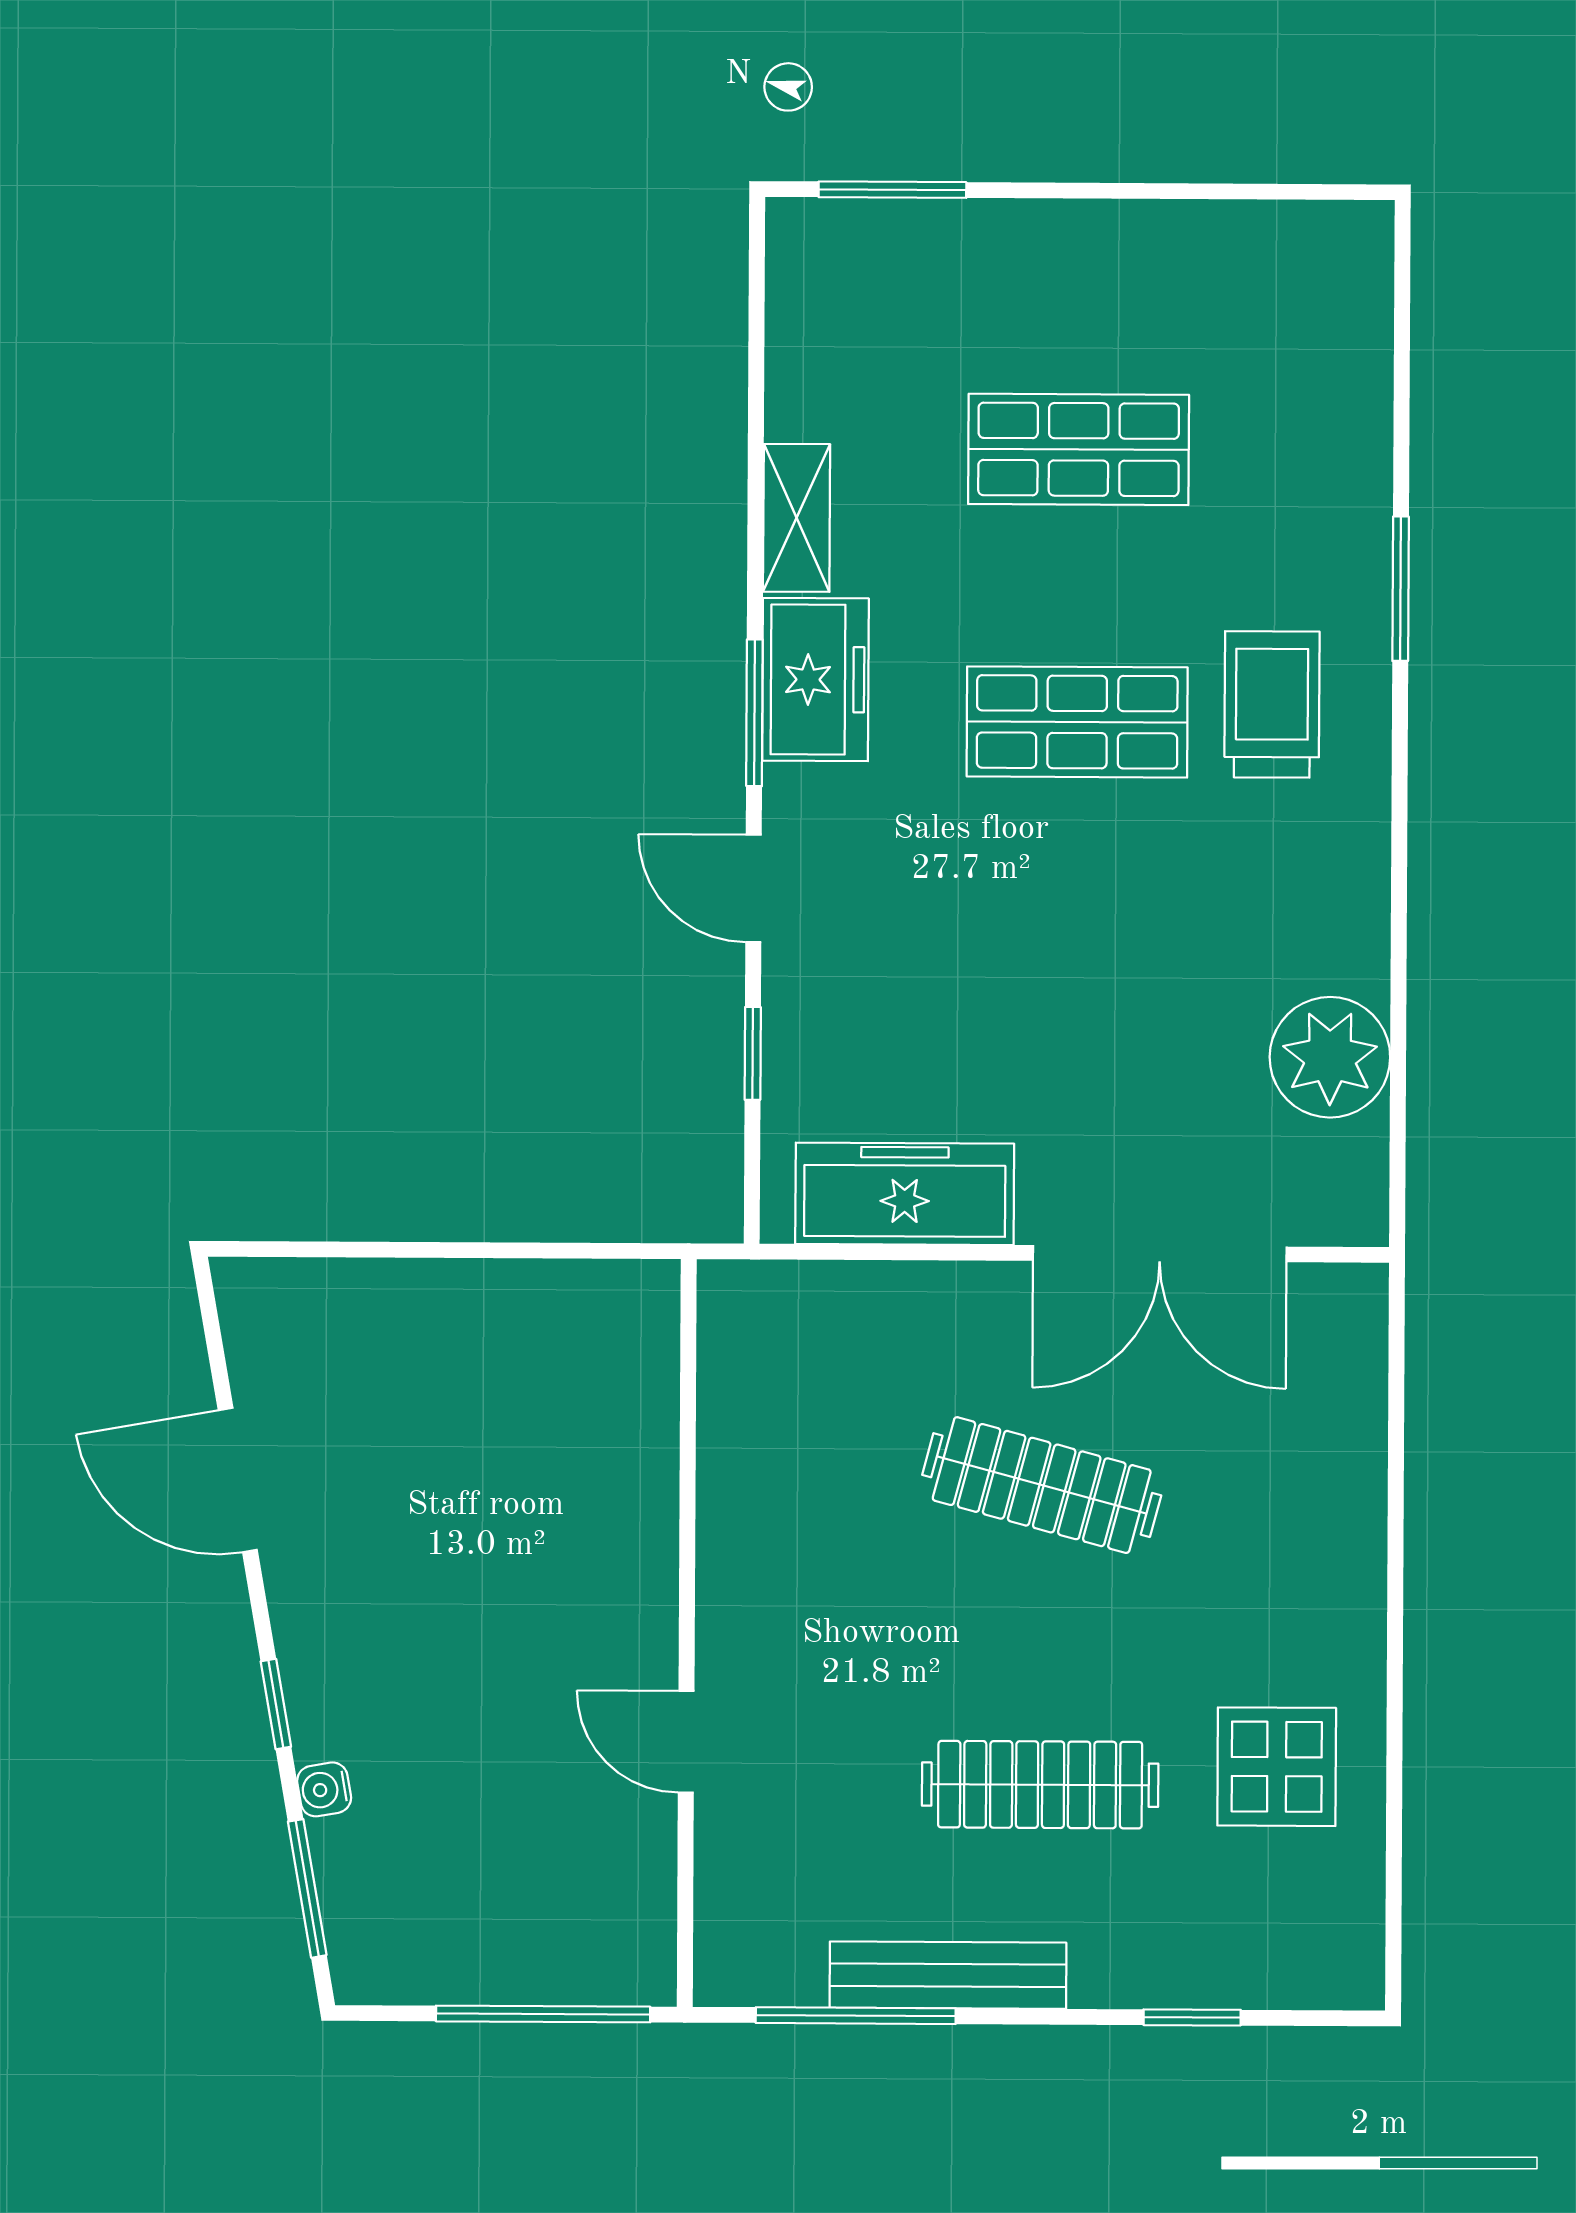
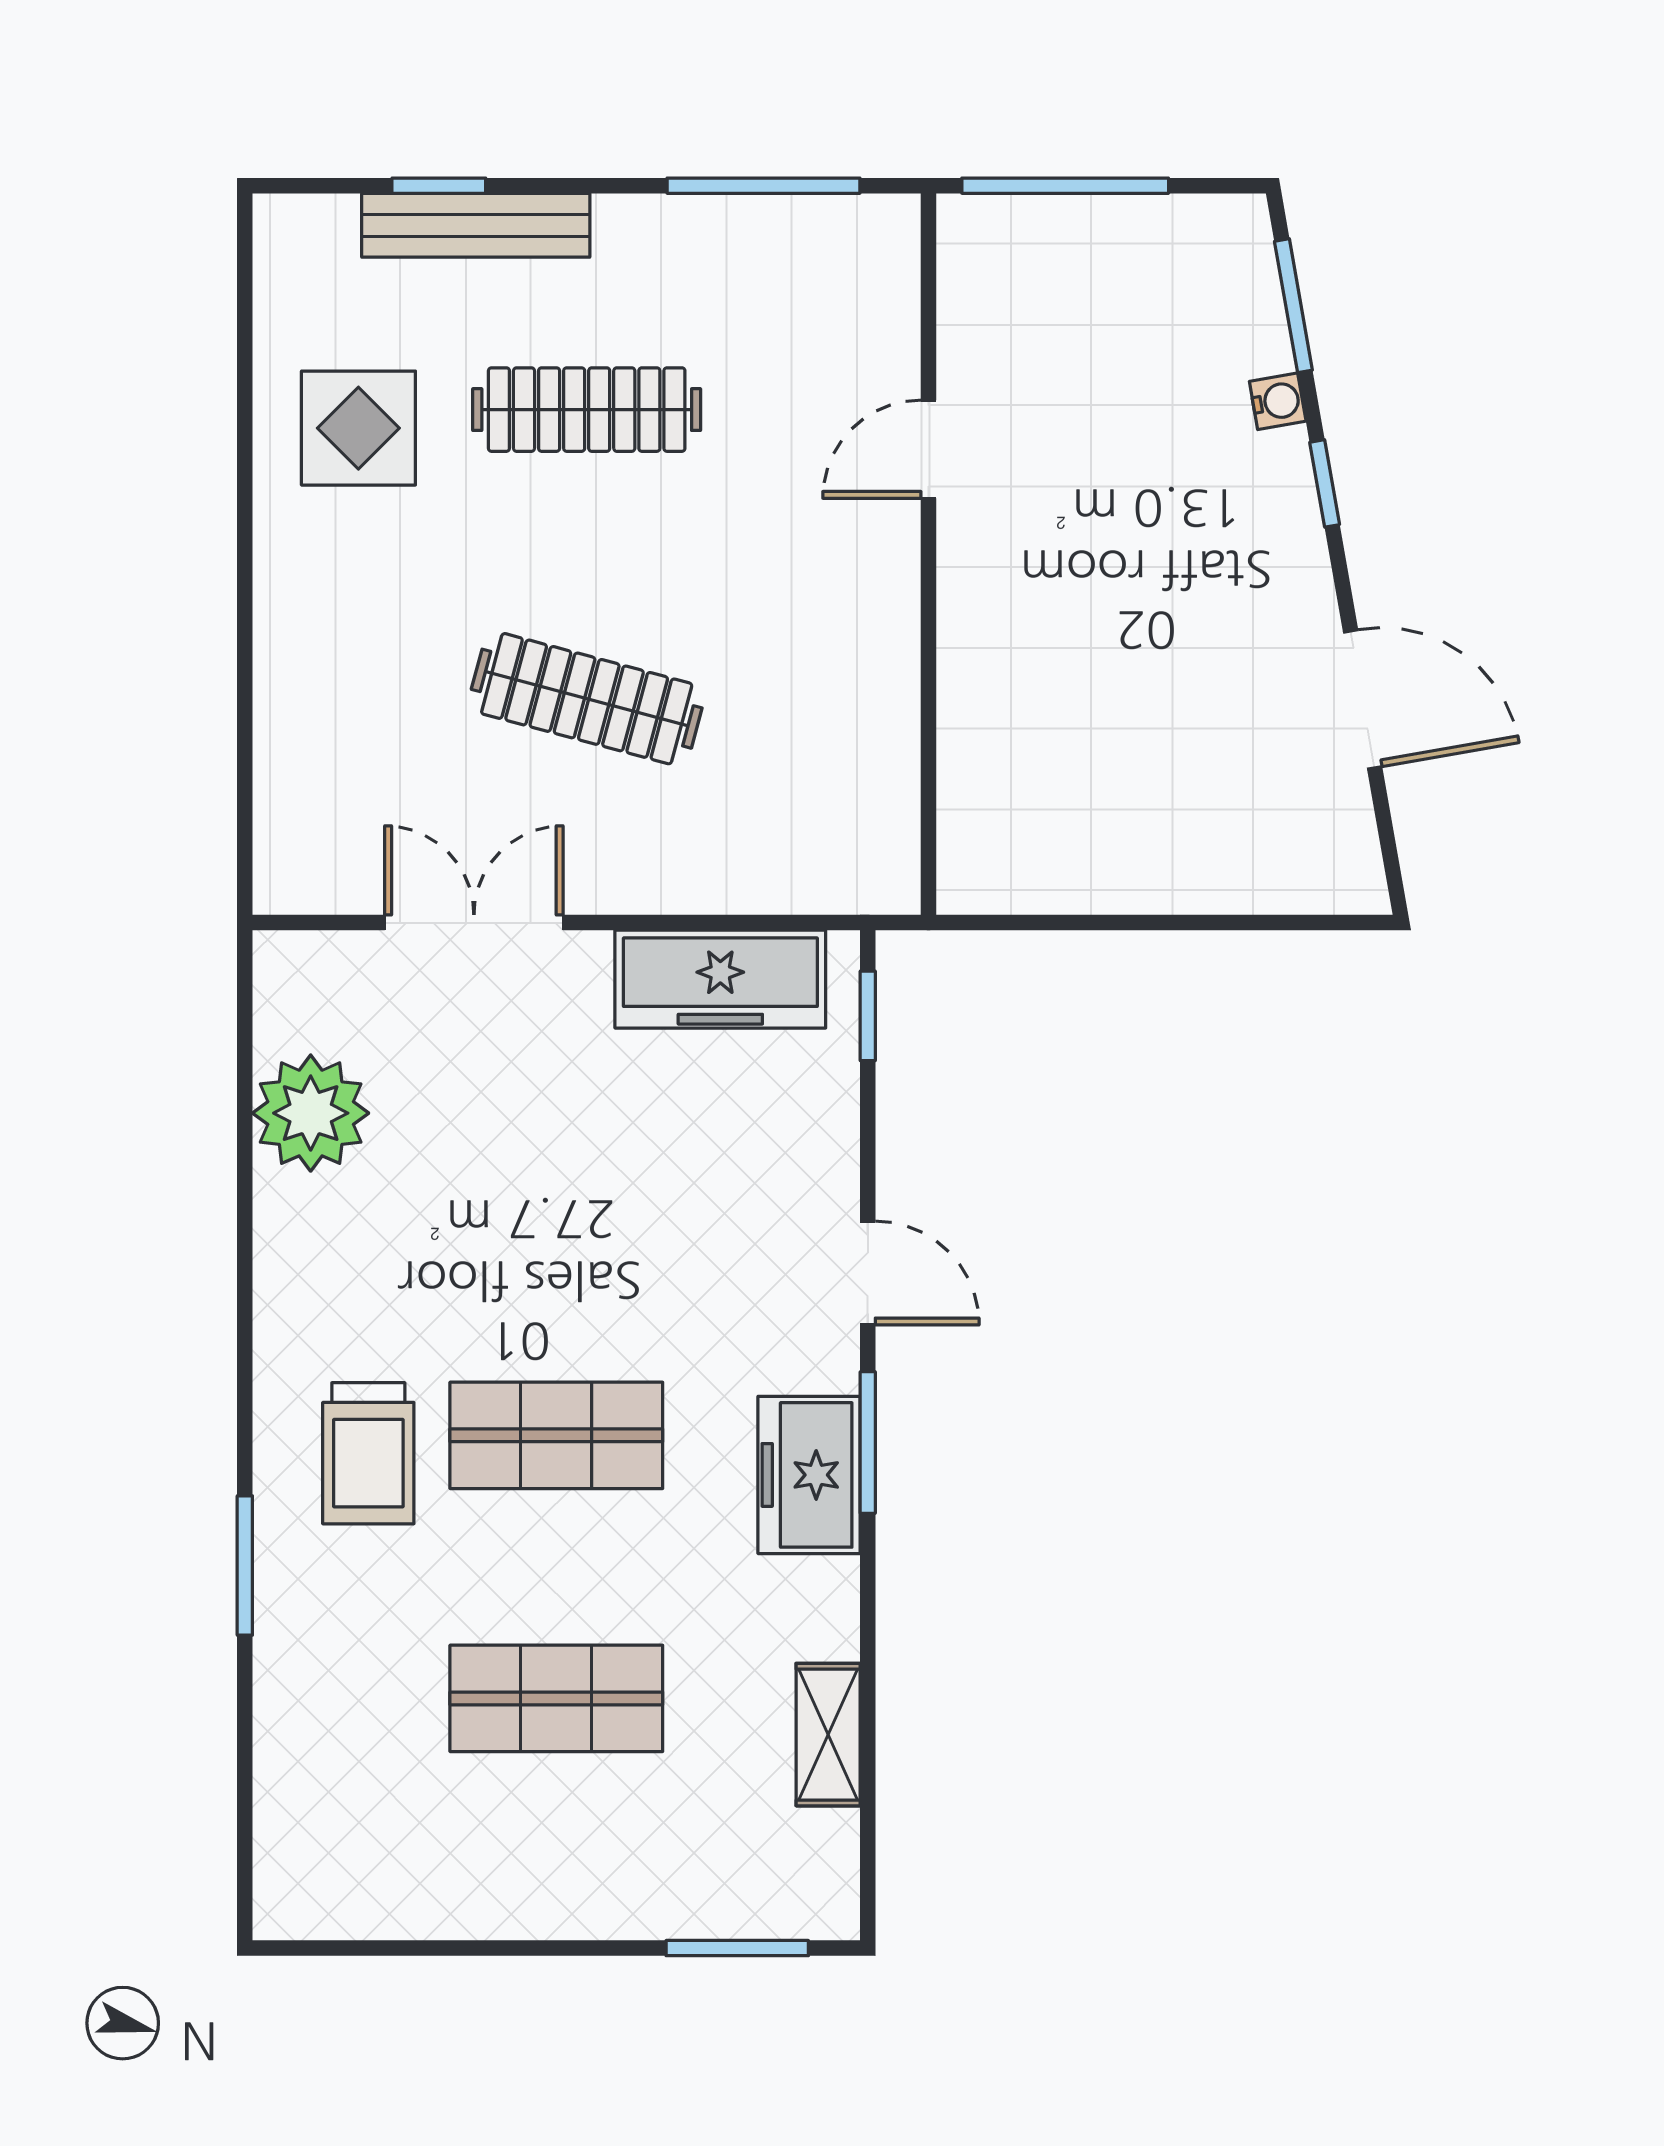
shelving: (797, 518) -> (828, 1735), moved
window: (753, 1053) -> (868, 1016), moved
double door: (1160, 1254) -> (474, 923), width x0.73
door: (686, 1742) -> (929, 449), swing flipped
bench: (948, 1975) -> (476, 225), moved

